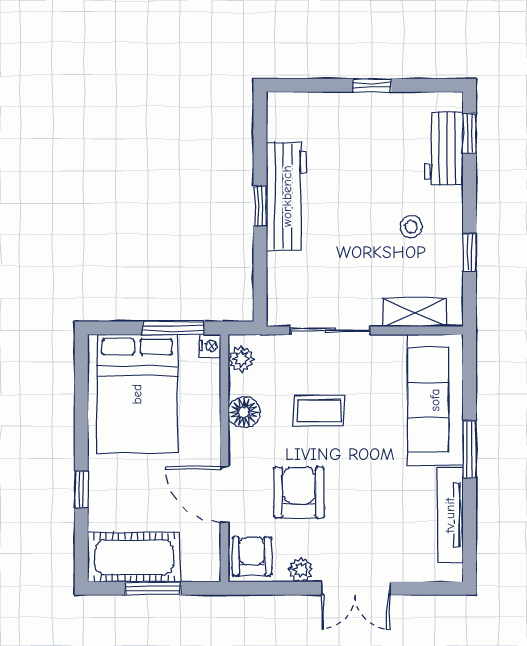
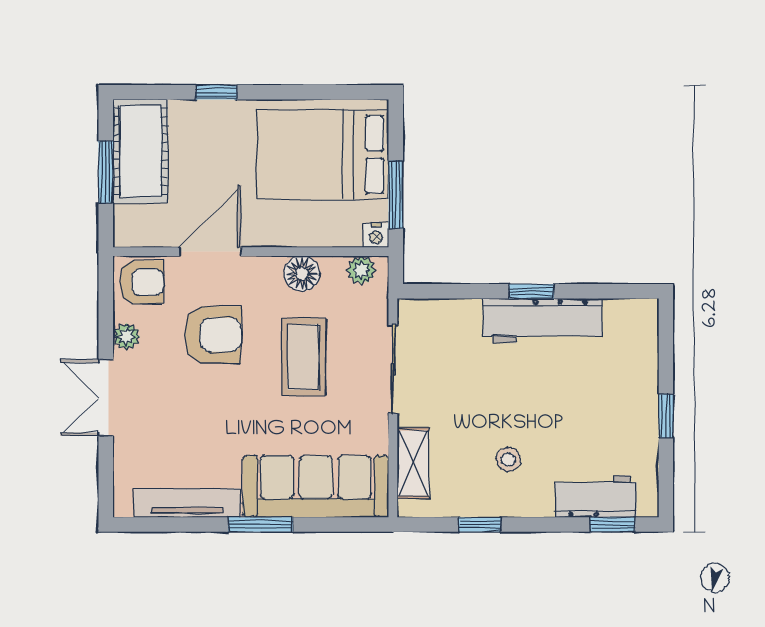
coffee table: (319, 411) -> (304, 357), width x1.36, depth x1.30

